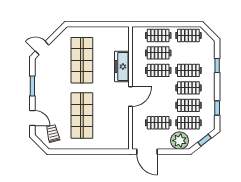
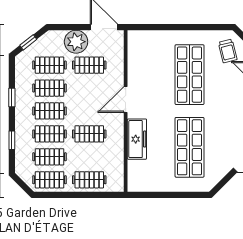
clothes rail: (158, 53) -> (49, 157), moved
window: (217, 108) -> (12, 98), moved
plant: (180, 141) -> (76, 42), moved

